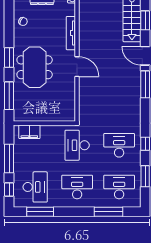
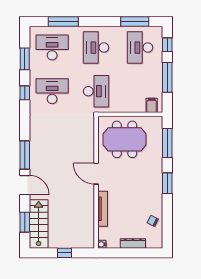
meeting table: (35, 67) -> (125, 139), moved, turned 90
filing cabinet: (29, 132) -> (152, 105), width x0.50
desk: (119, 145) -> (52, 91), turned 180
desk: (77, 187) -> (96, 48), turned 90
desk: (119, 187) -> (52, 48), turned 180

